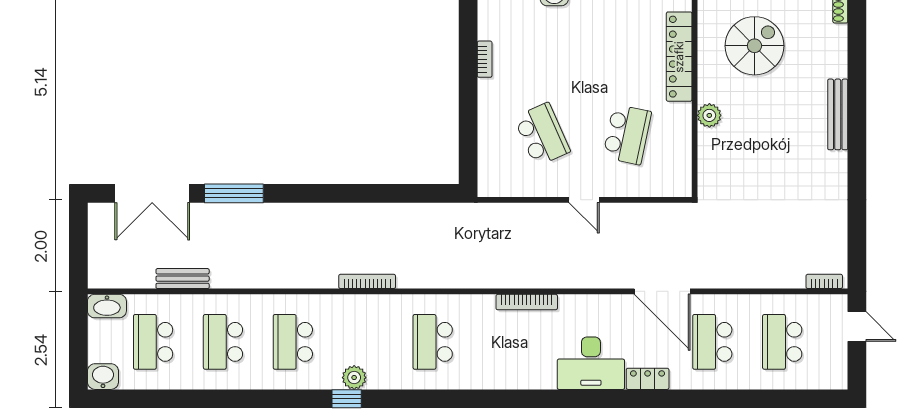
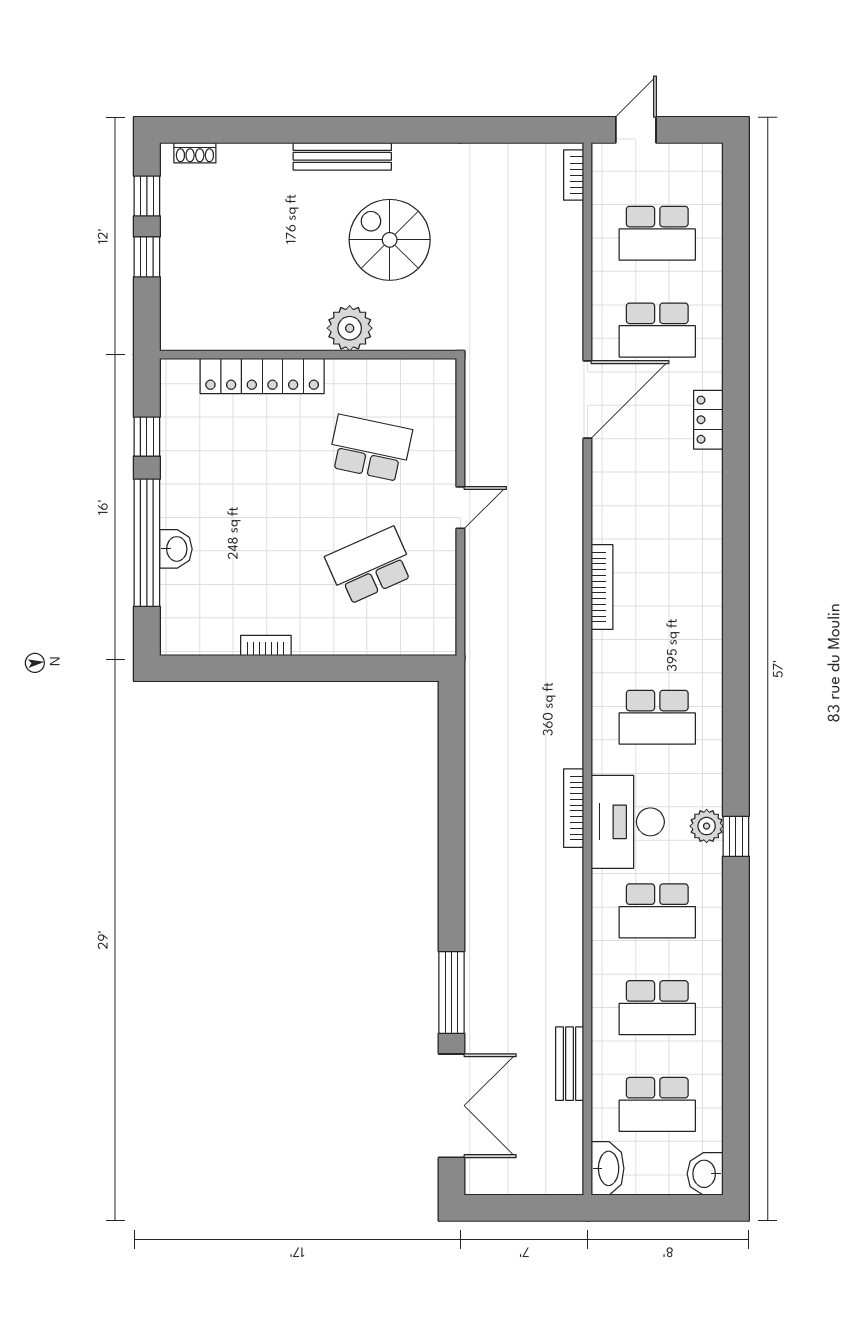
spiral stairs: (754, 46) -> (390, 240), moved
plant: (709, 115) -> (350, 328), width x1.36, depth x1.36
desk: (591, 363) -> (628, 822), moved, turned 180

